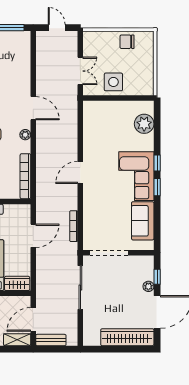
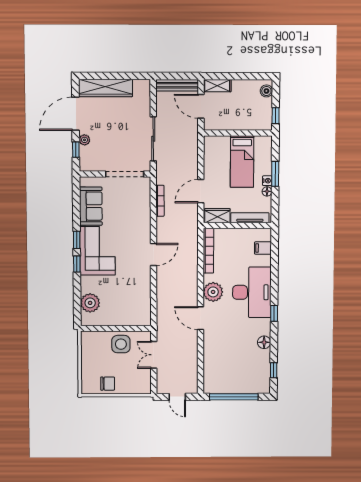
plant: (25, 135) -> (213, 292), width x1.87, depth x1.87
wardrobe: (17, 283) -> (217, 216), moved, turned 180
door: (33, 319) -> (201, 106), swing flipped
bench: (51, 340) -> (177, 85), width x1.36

